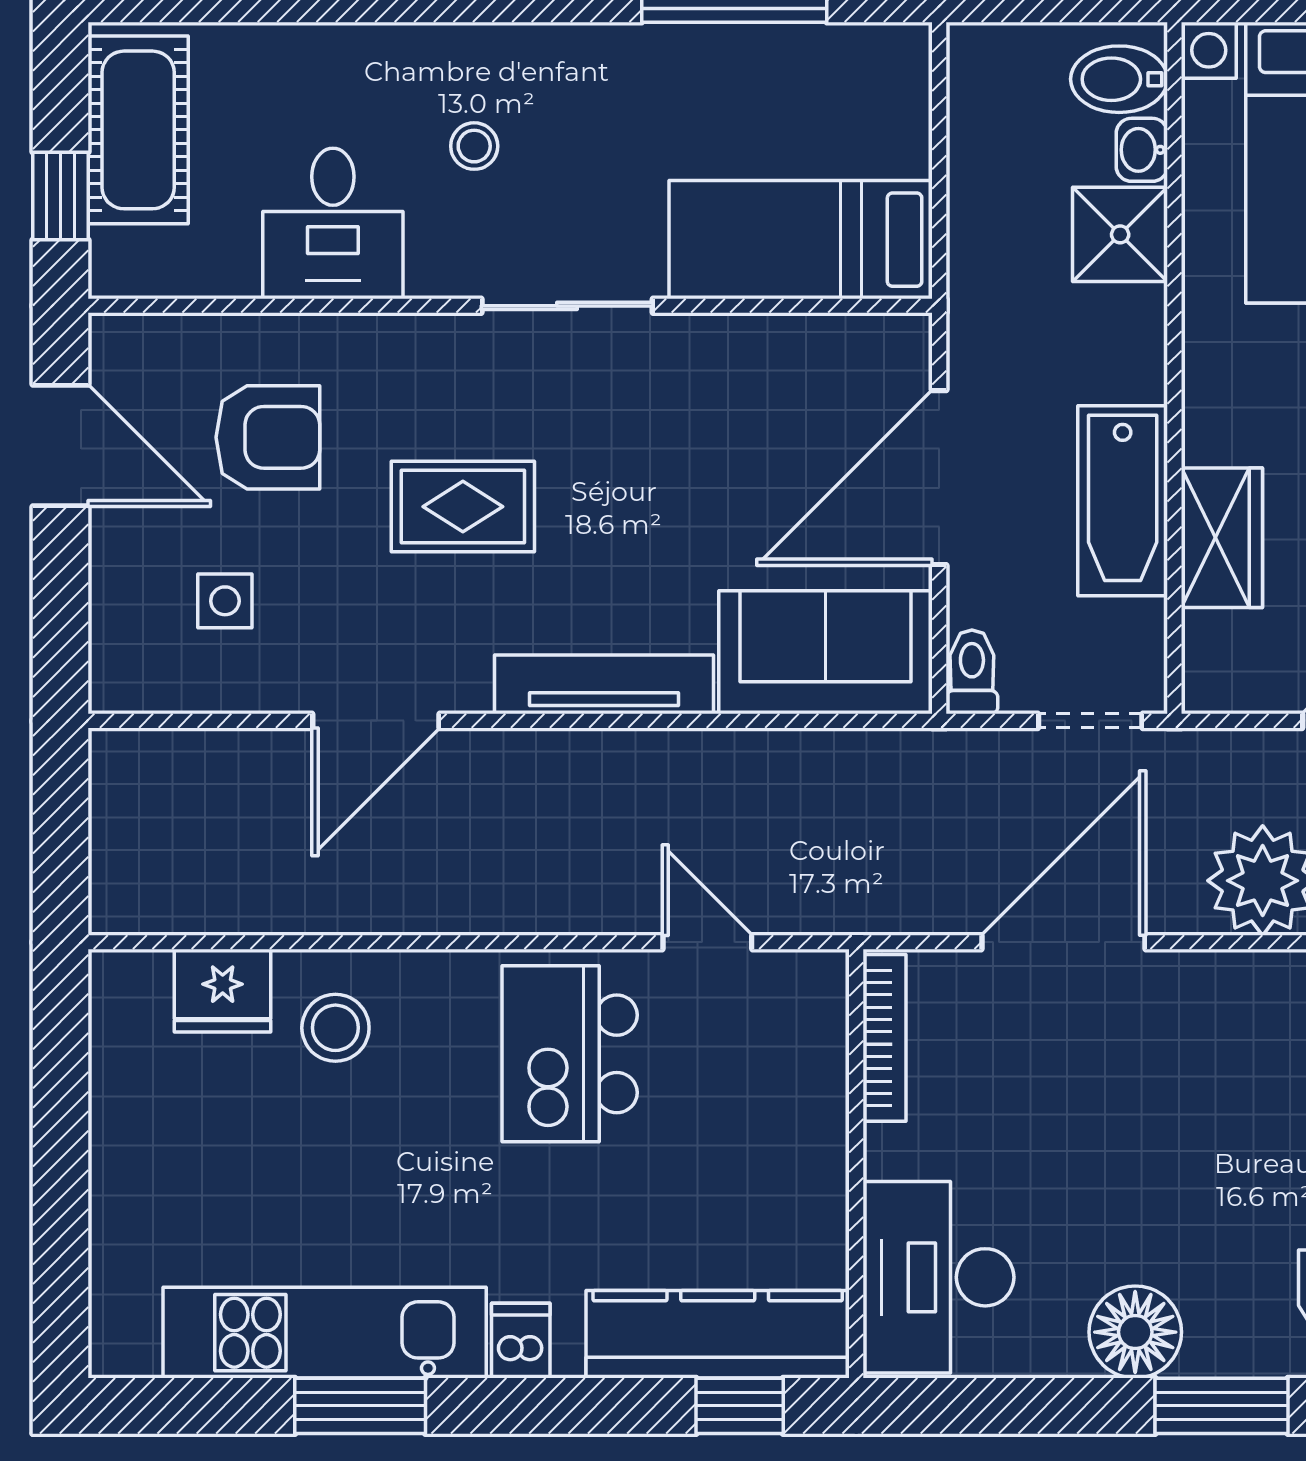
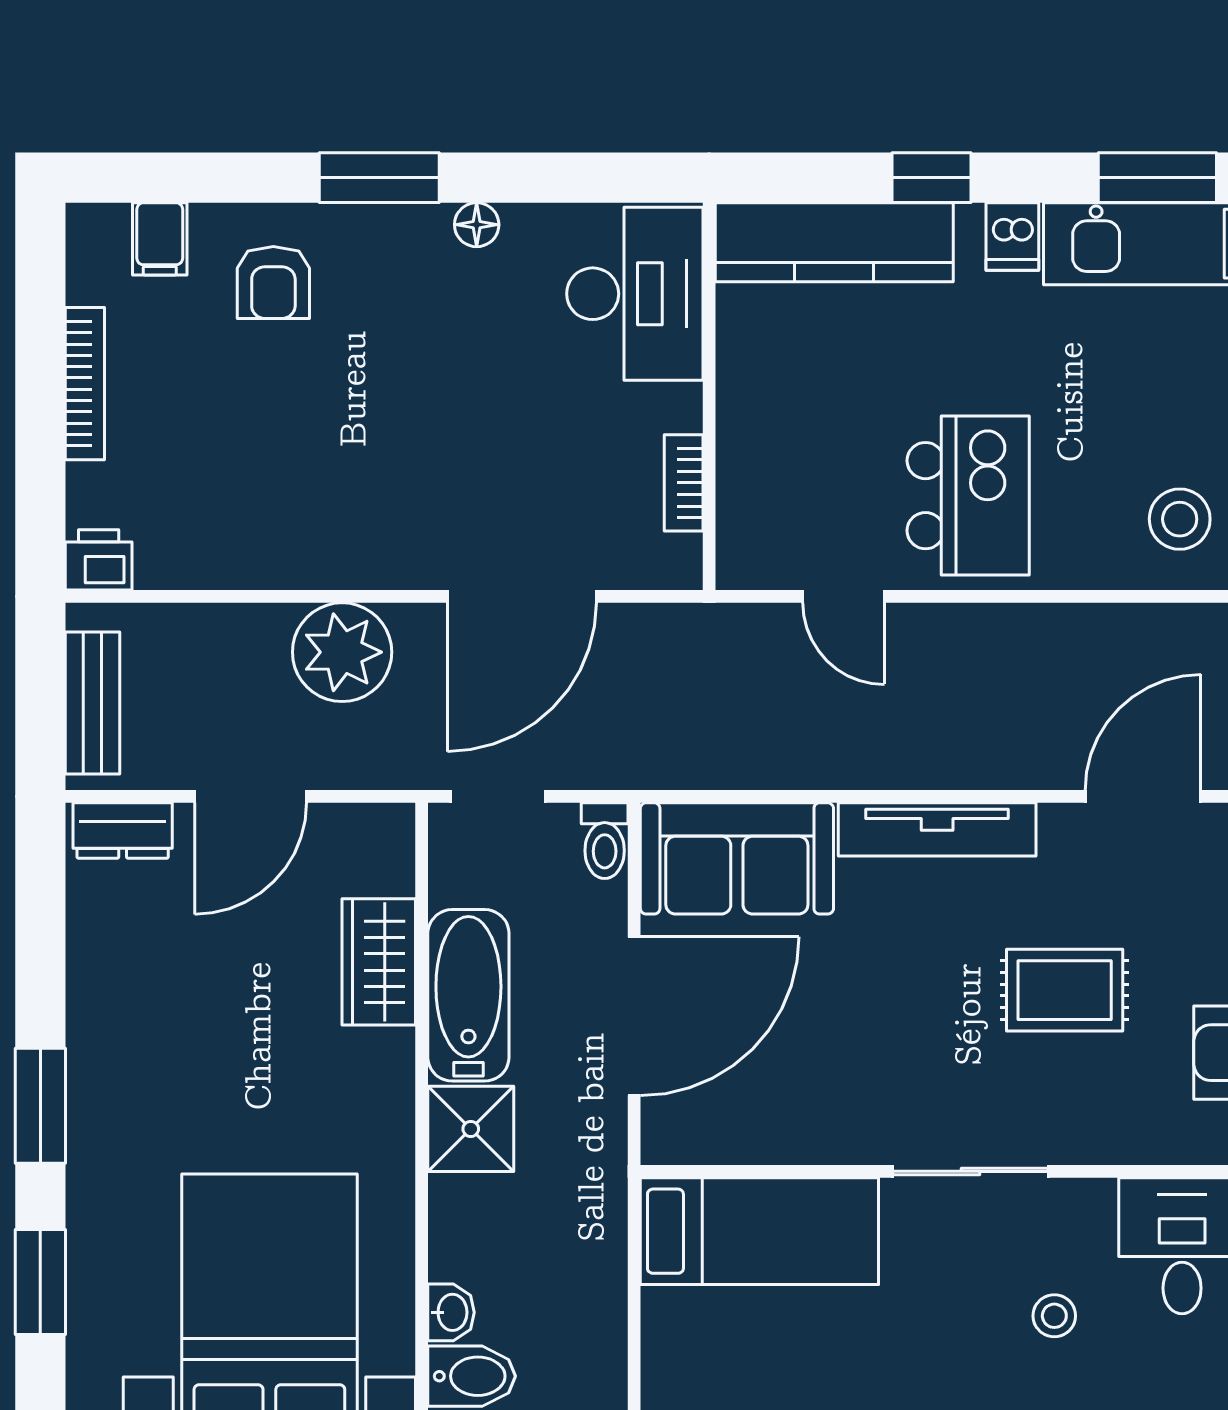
shower: (1120, 234) -> (471, 1129), moved
bookcase: (884, 1038) -> (684, 483), width x0.64
floor lamp: (1135, 1332) -> (477, 225), width x0.53, depth x0.53
window: (740, 1406) -> (932, 178), moved

